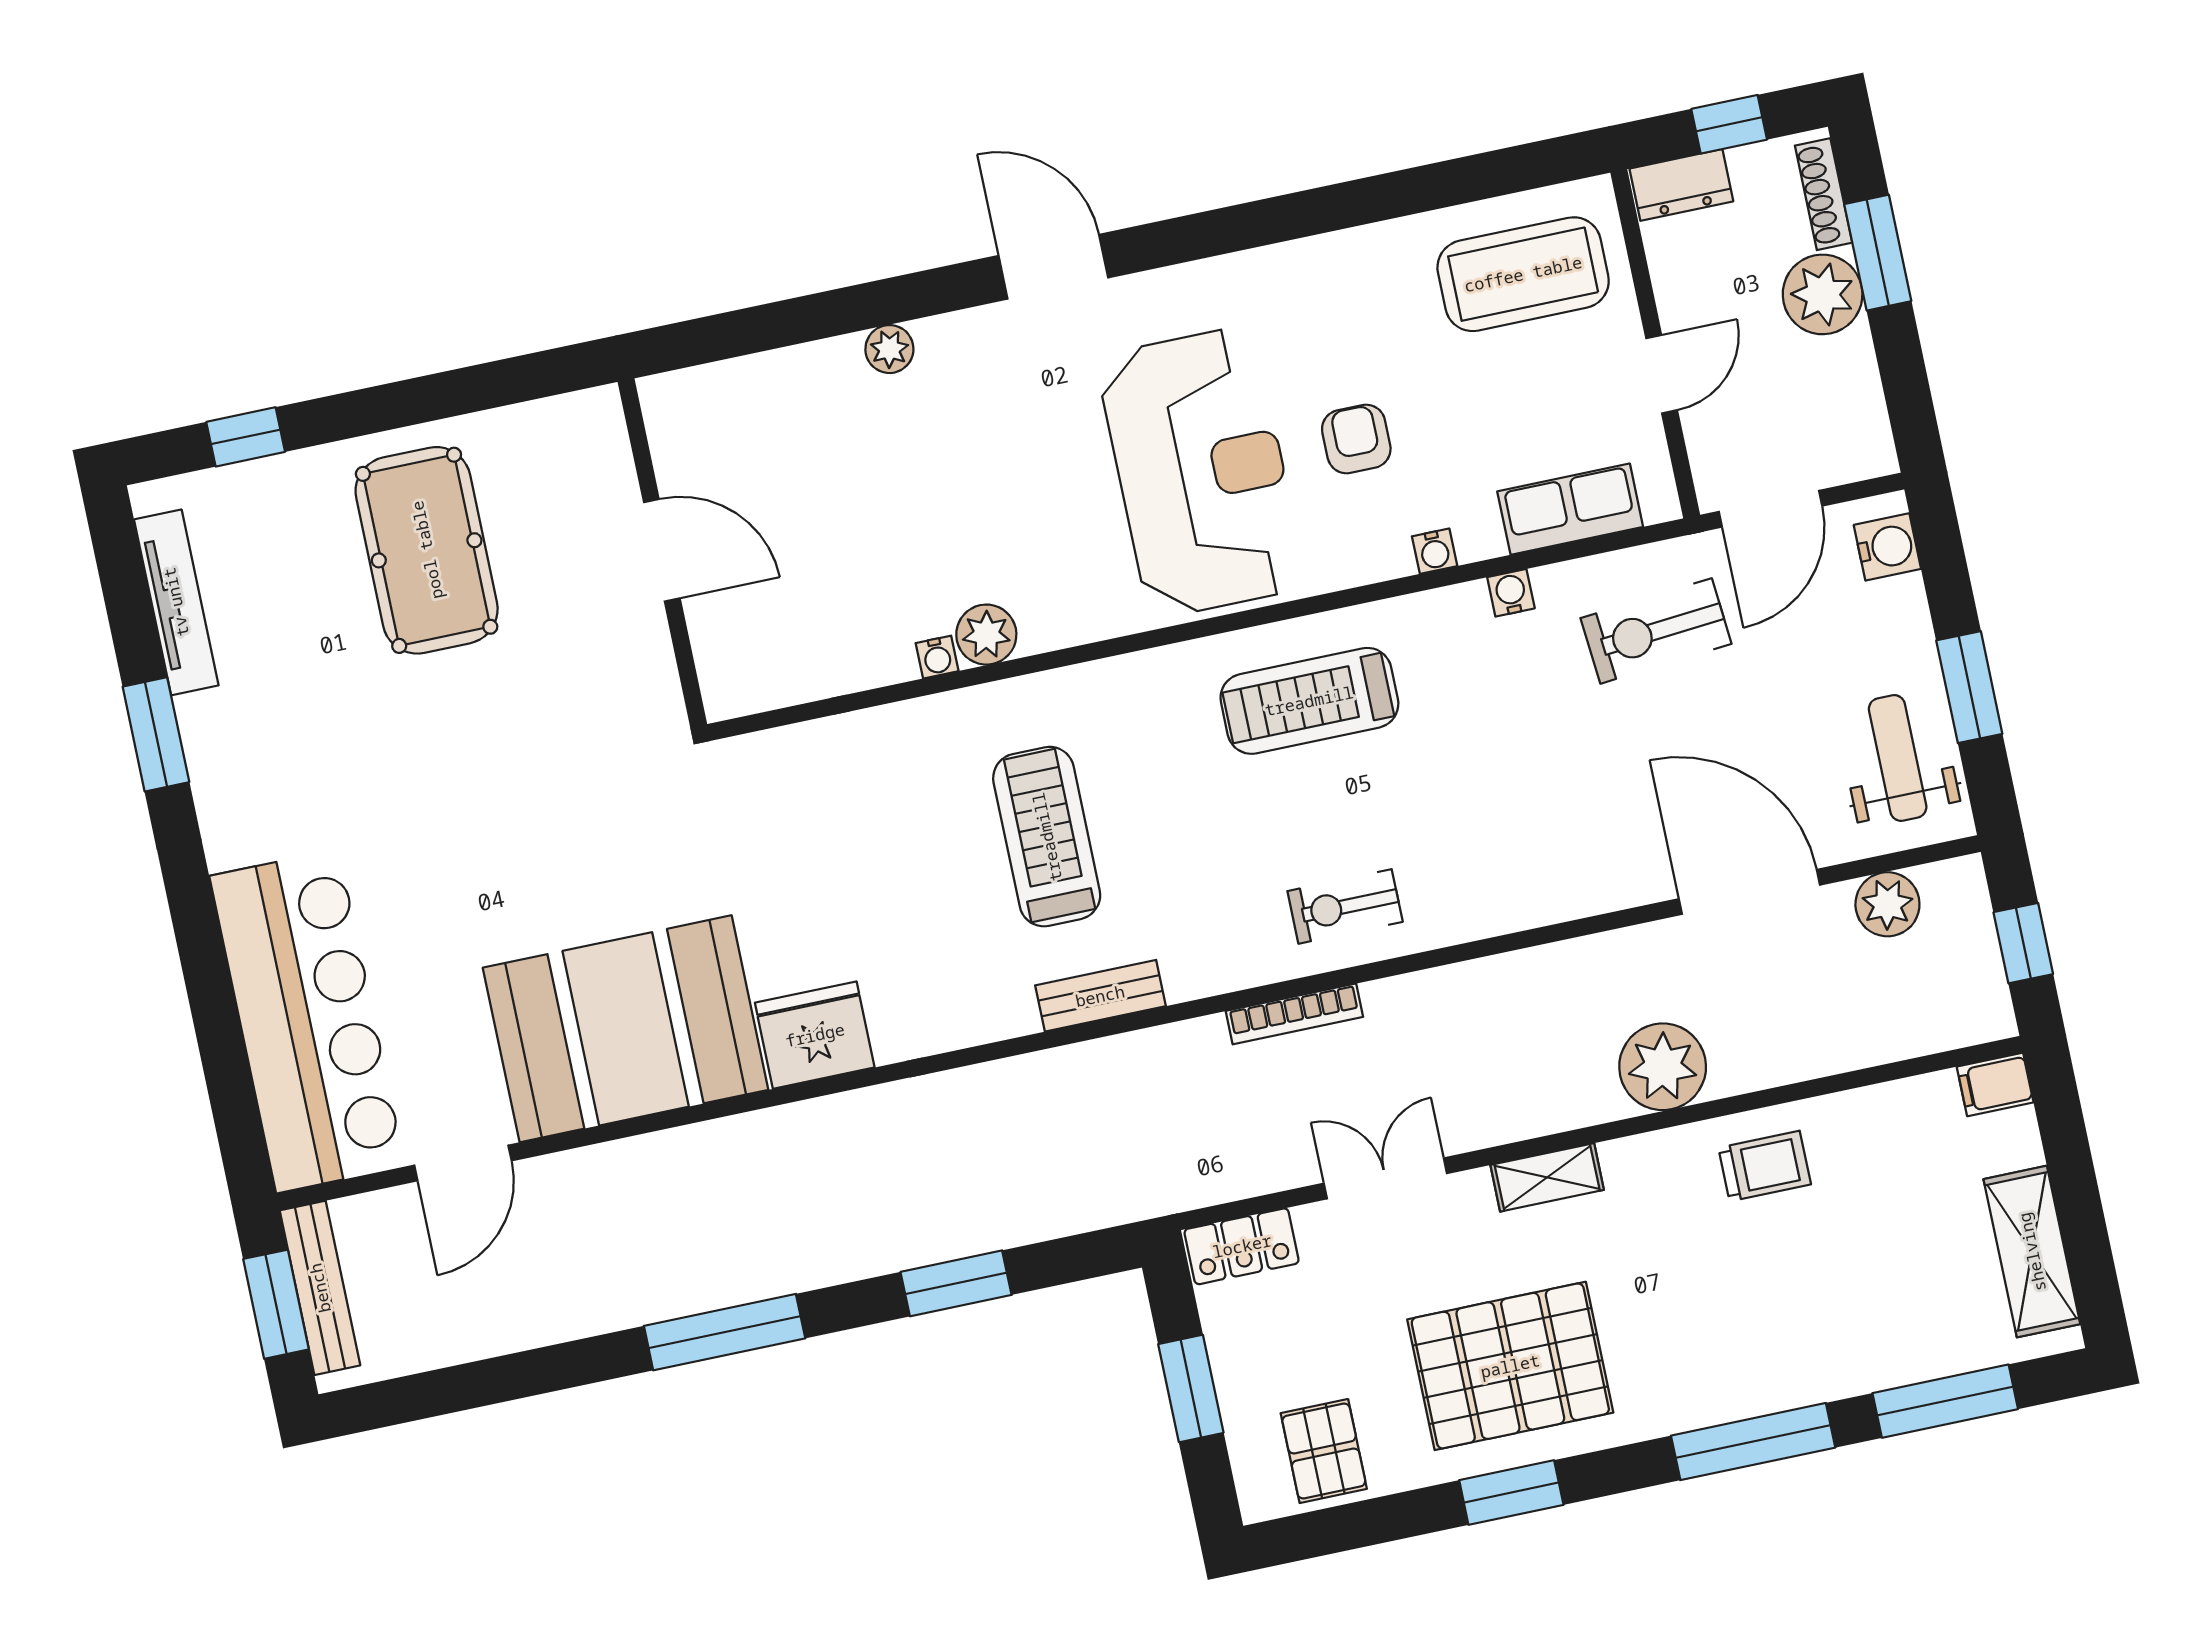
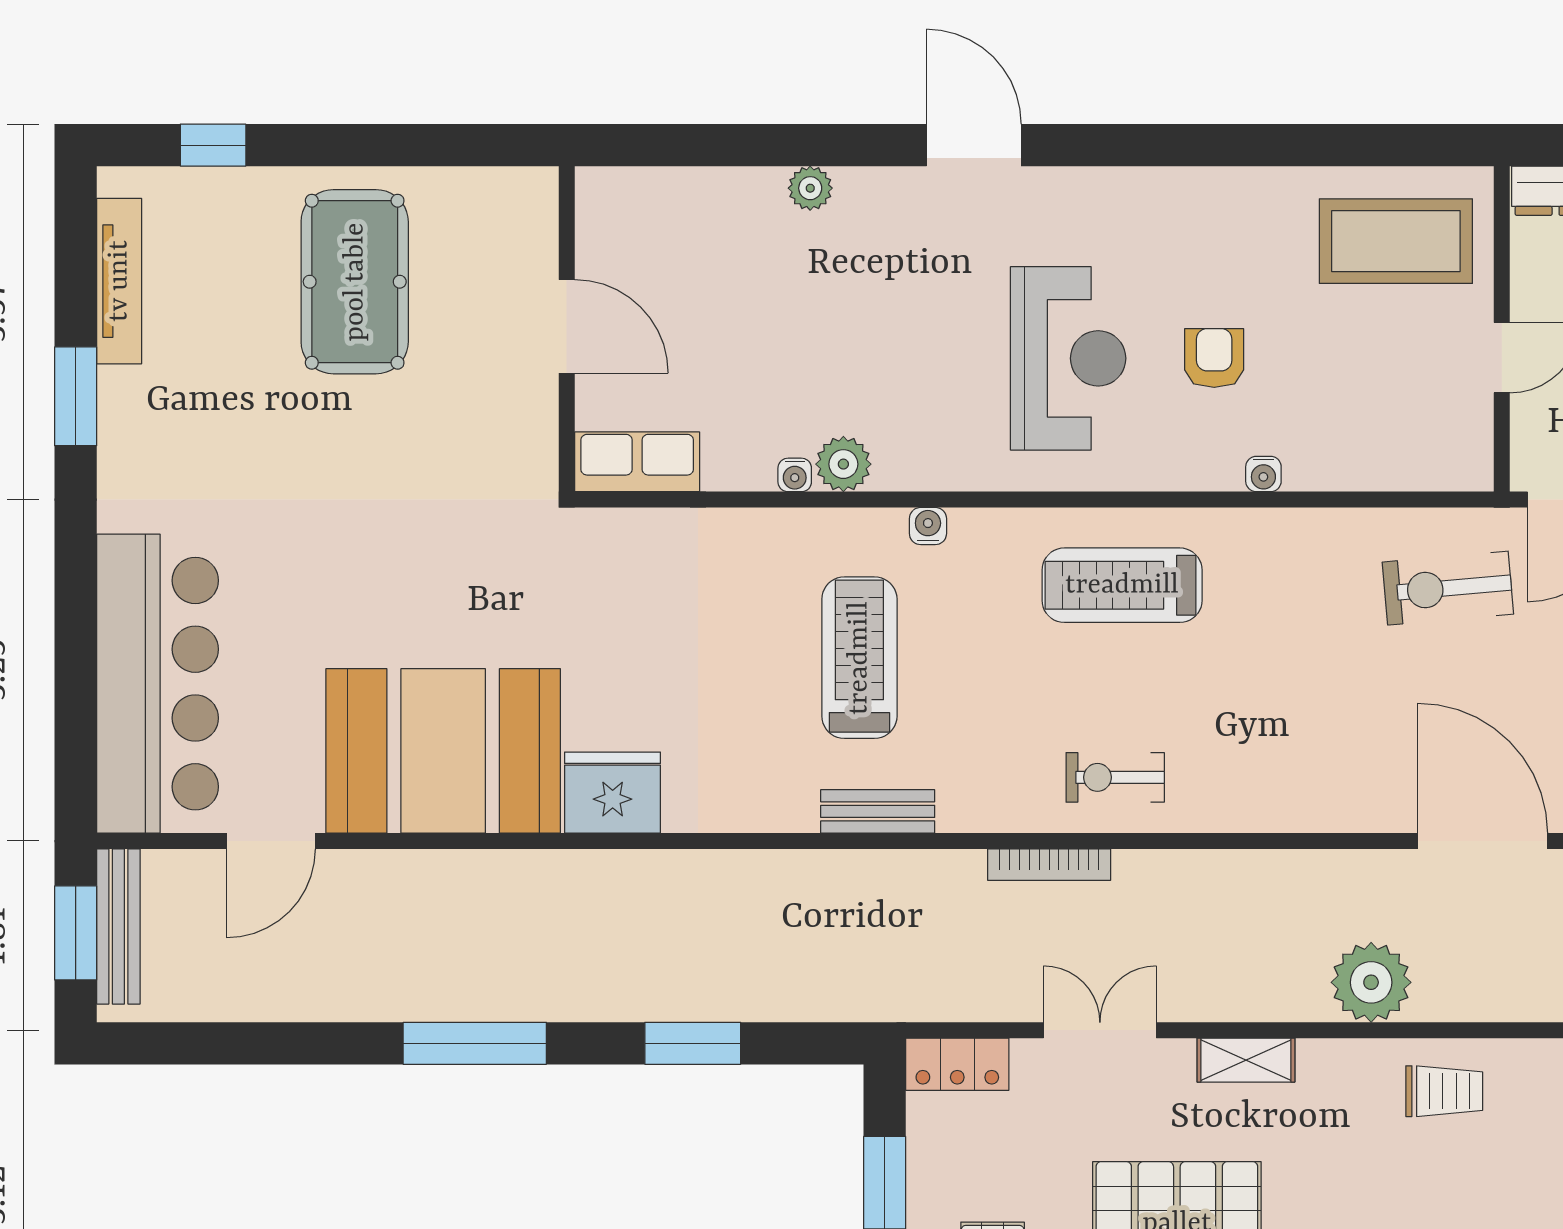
reception desk: (1201, 472) -> (1068, 358), width x0.74, depth x0.77
row of seats: (1570, 509) -> (637, 462), moved
water cooler: (1511, 593) -> (928, 526), moved

